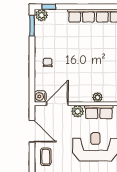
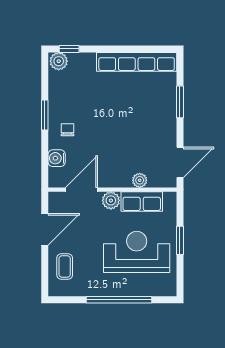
window: (32, 26) -> (45, 115), moved
water cooler: (40, 96) -> (57, 158), moved
door: (32, 131) -> (45, 229), hinge flipped

